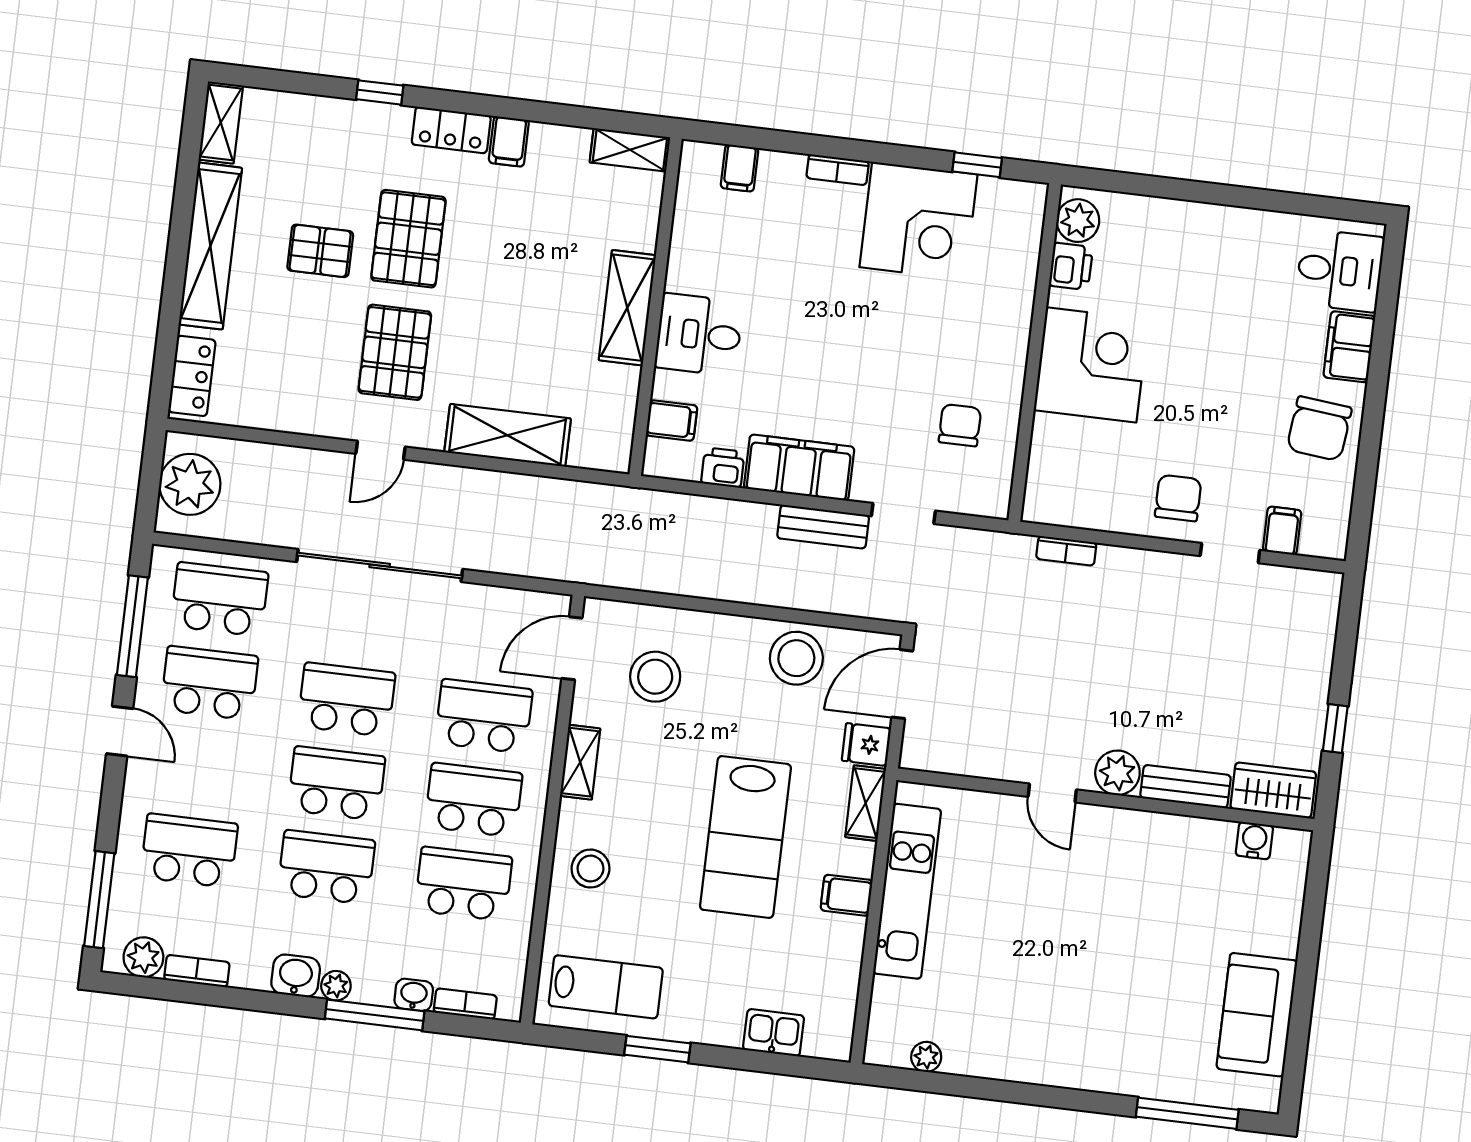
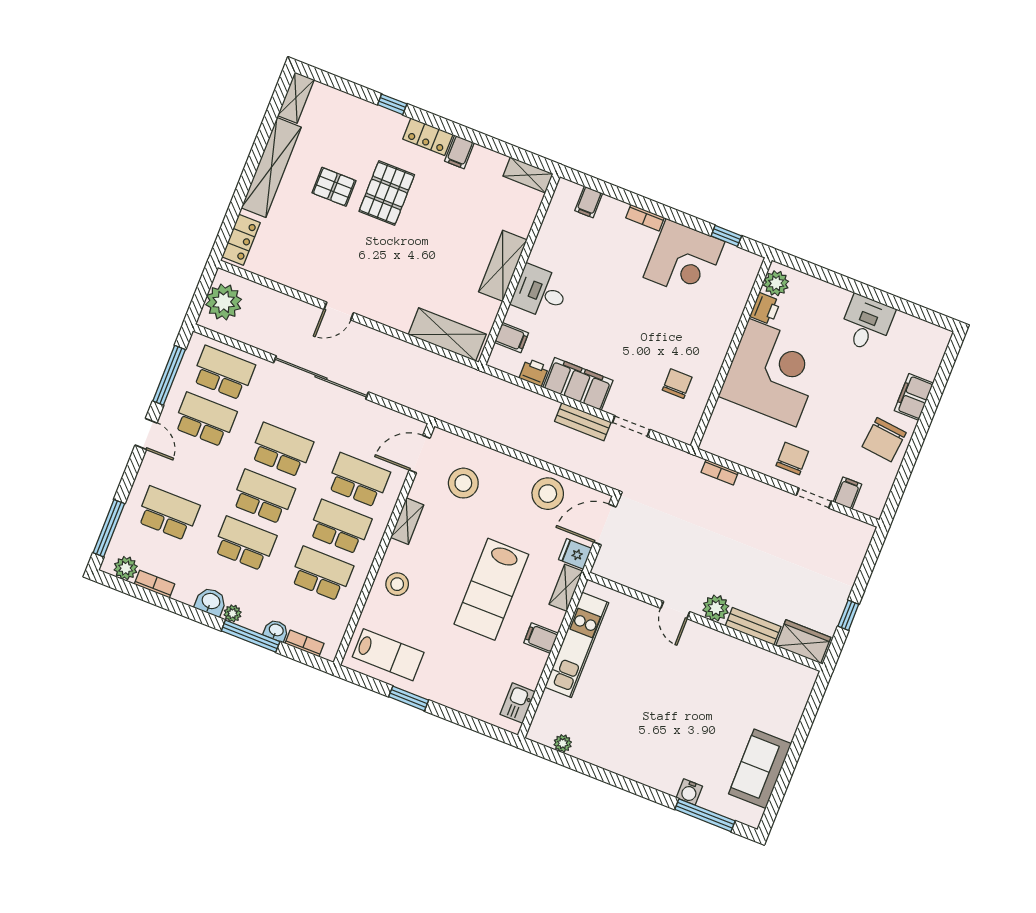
desk: (1340, 270) -> (867, 324), moved, turned -90
pallet: (395, 352) -> (362, 257), removed
corner desk: (1091, 365) -> (772, 373), width x1.36, depth x1.36
shelving: (508, 435) -> (447, 334), moved
water cooler: (1254, 841) -> (689, 792), moved, turned 180
kitchen sink: (774, 1033) -> (518, 703), moved, turned -90

